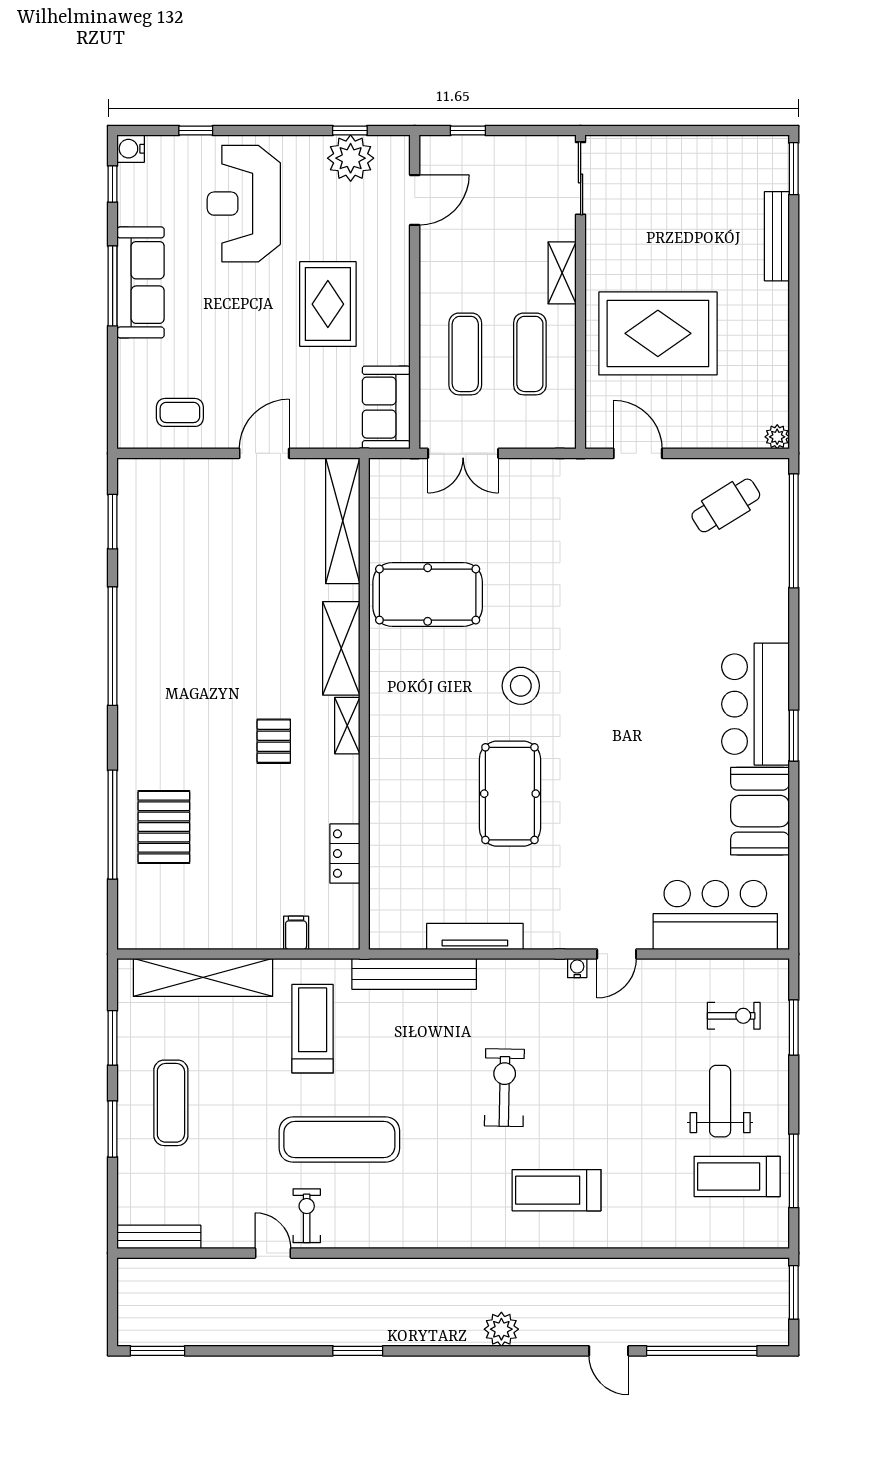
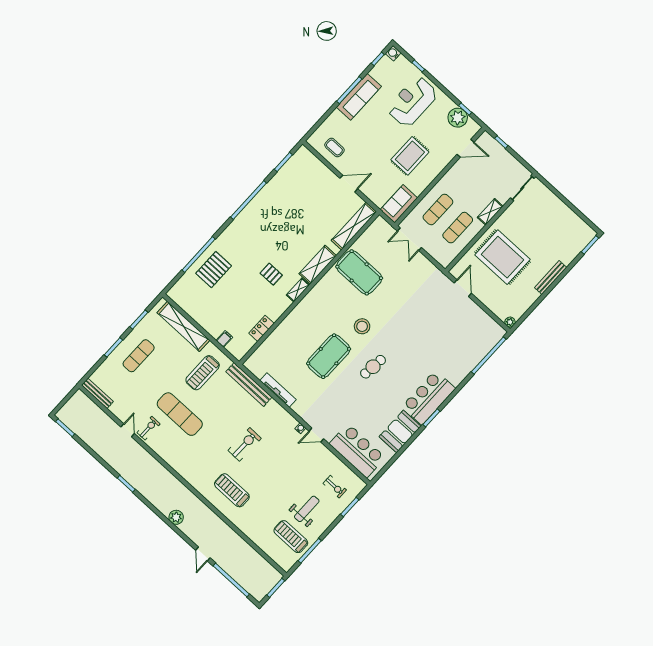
bench: (777, 236) -> (551, 278), moved
cafe table: (726, 505) -> (373, 367), moved, turned -52
pallet: (274, 741) -> (271, 274), turned 90
treadmill: (313, 1029) -> (203, 373), turned 180

